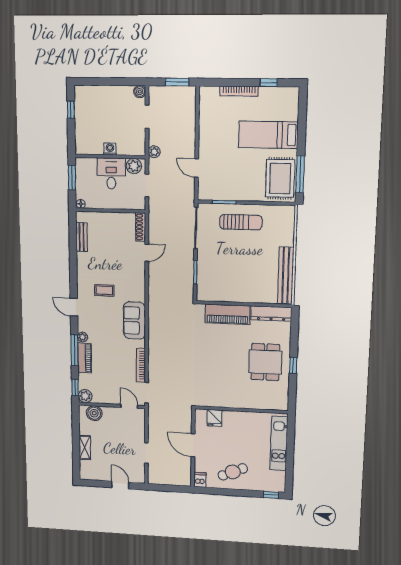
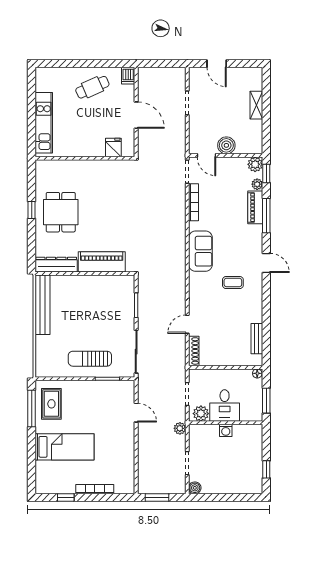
rug: (280, 178) -> (51, 404), width x0.73, depth x0.70
plant: (83, 337) -> (257, 184), moved
boiler: (94, 413) -> (226, 145), moved
window: (271, 495) -> (50, 64), removed

